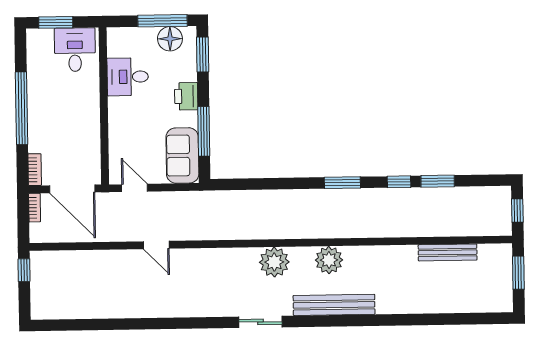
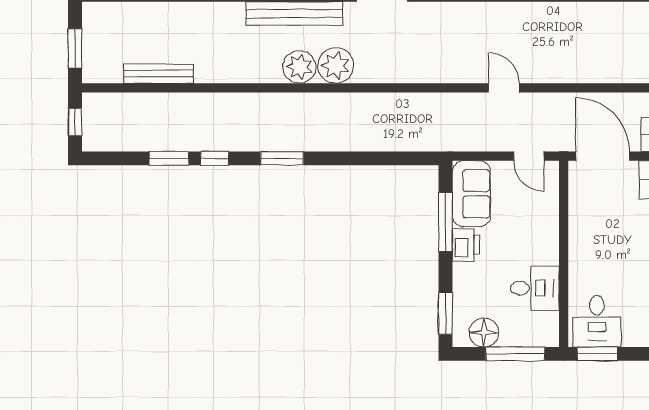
window: (162, 21) -> (515, 354), moved
window: (56, 22) -> (597, 354), moved
printer: (186, 96) -> (466, 245), moved
plant: (274, 262) -> (336, 65), moved

